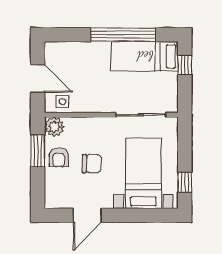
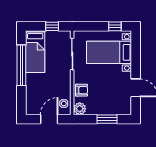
window: (185, 65) -> (52, 26), moved
window: (38, 151) -> (107, 119), moved
armchair: (59, 157) -> (81, 90), moved
chair: (92, 164) -> (103, 85), removed

